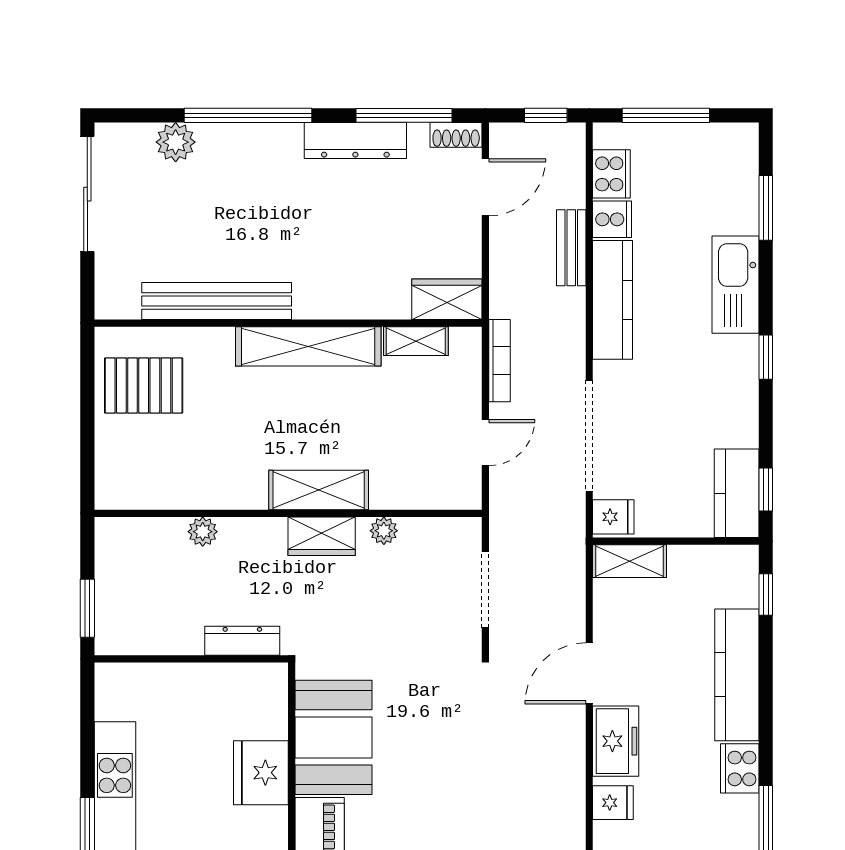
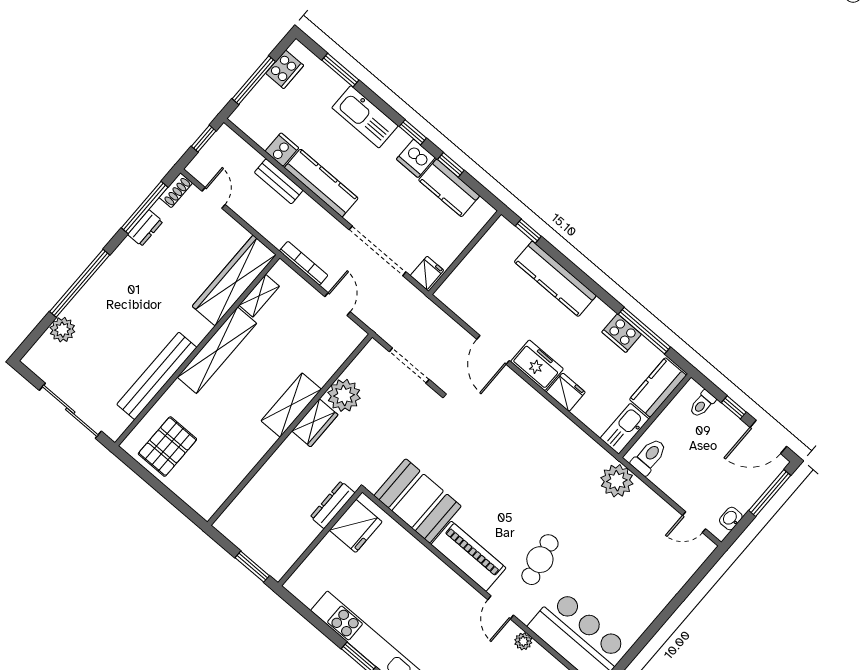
dresser: (355, 140) -> (145, 228), width x0.51, depth x0.80
cooker: (611, 174) -> (285, 69), moved, turned 90
door: (485, 187) -> (214, 198), width x0.73
sliding door: (87, 194) -> (70, 411), moved
wardrobe: (447, 299) -> (234, 280), width x2.10, depth x1.17
dishwasher: (738, 387) -> (416, 158), added
window: (766, 490) -> (451, 165), moved
kitchen counter: (737, 493) -> (449, 188), moved
plant: (384, 531) -> (344, 395), width x1.88, depth x1.88
plant: (203, 532) -> (263, 479), removed
shelving: (630, 561) -> (455, 284), removed
cooker: (740, 768) -> (622, 333), moved
fridge: (261, 773) -> (356, 526), moved, turned -90
fridge: (613, 803) -> (566, 392), width x1.38

